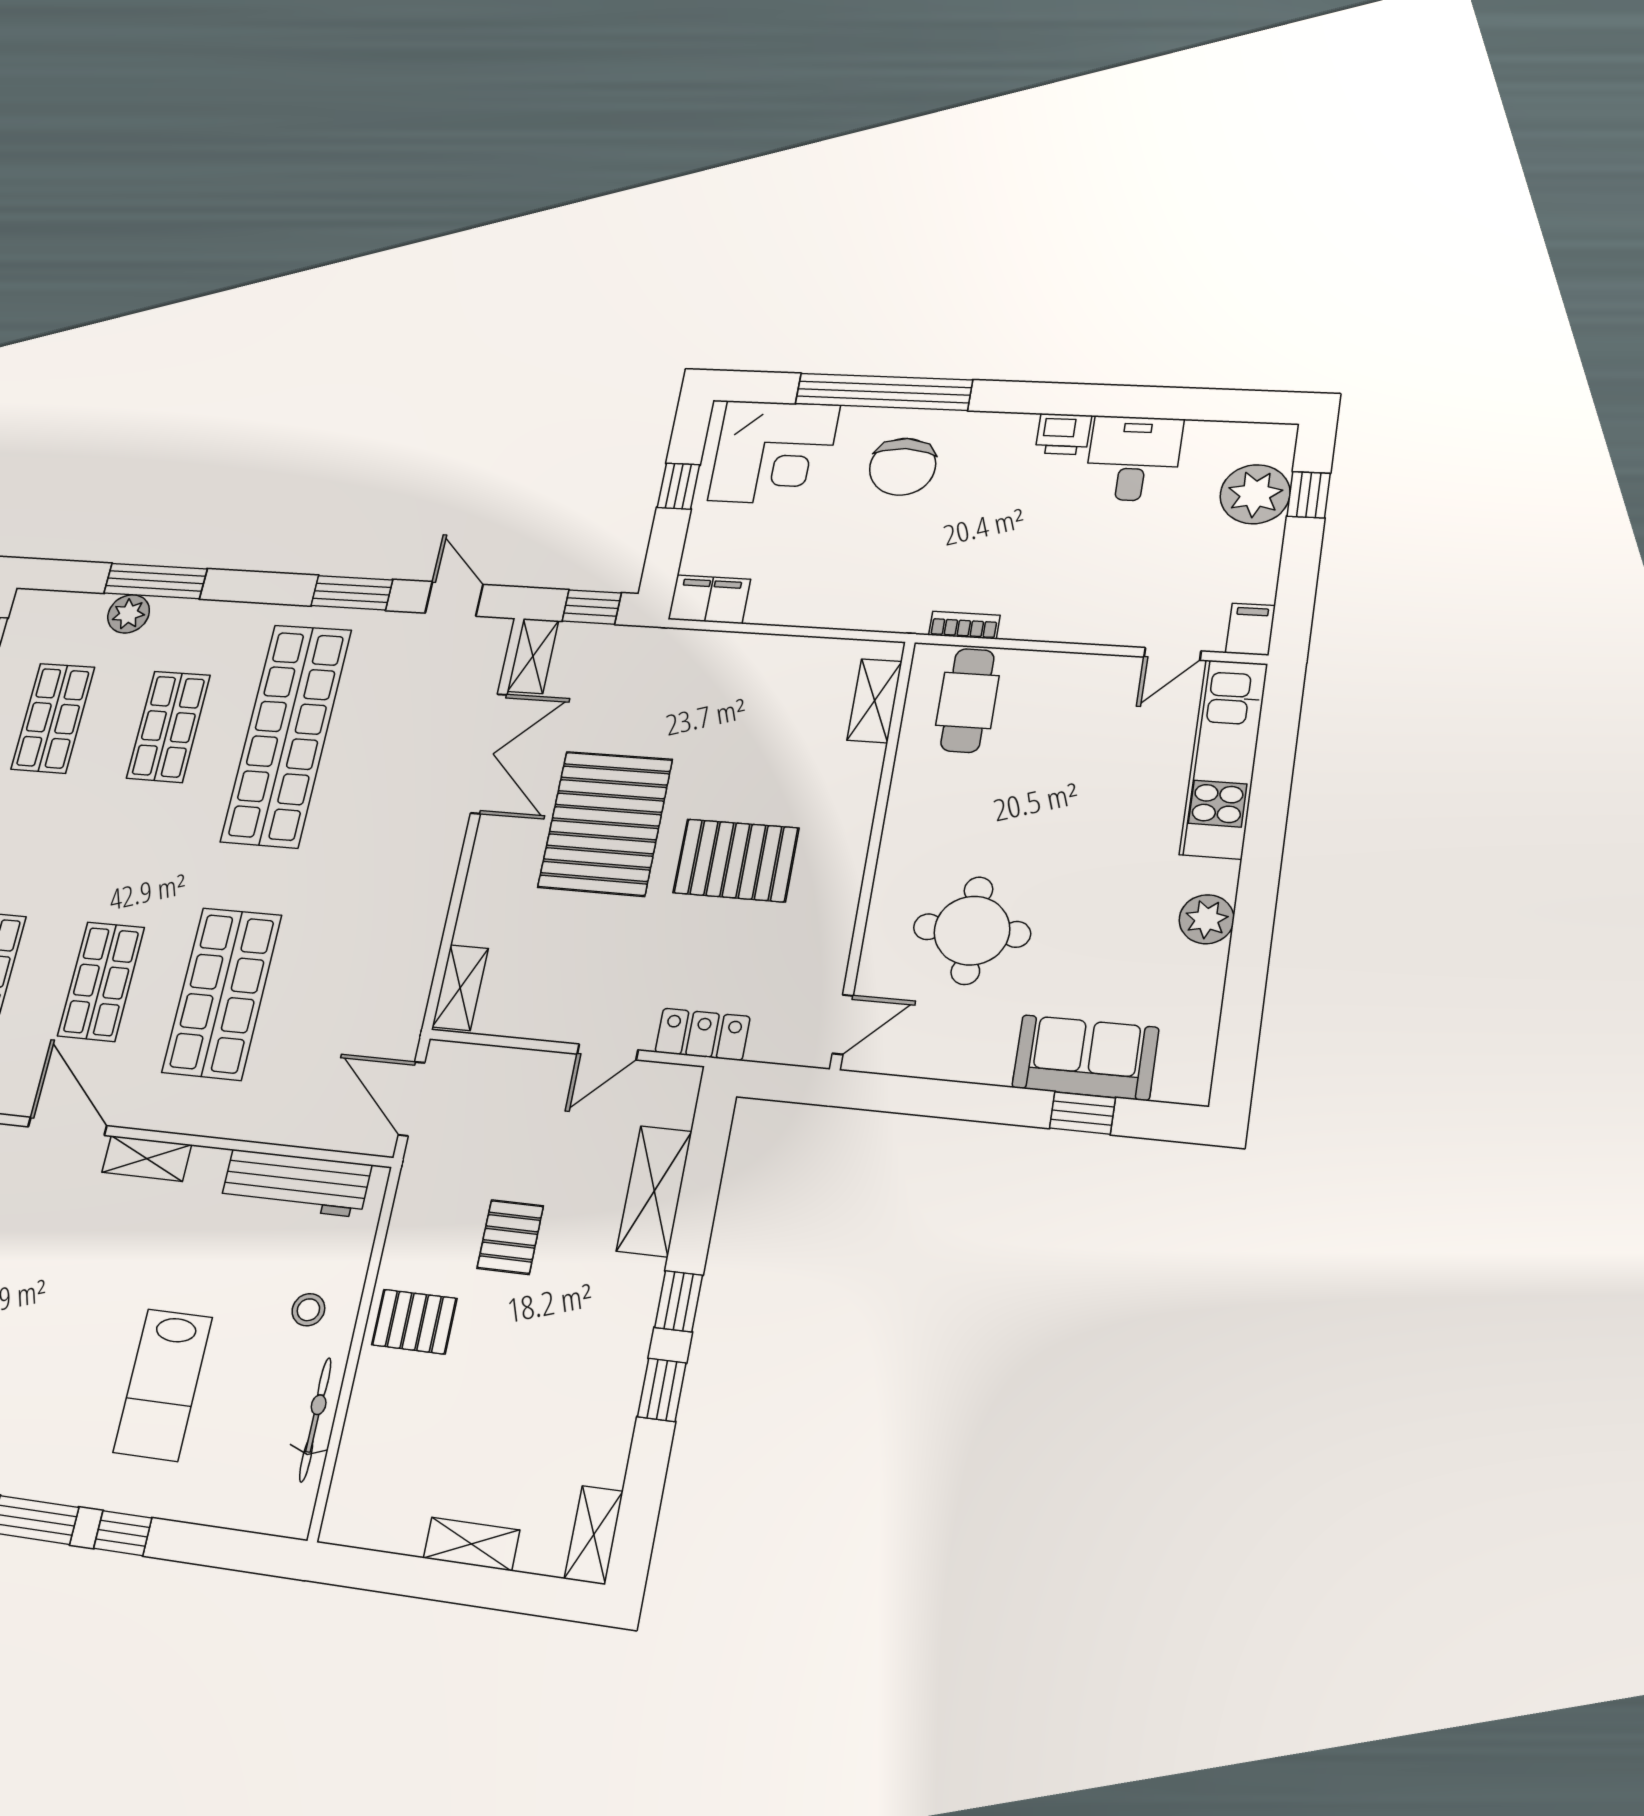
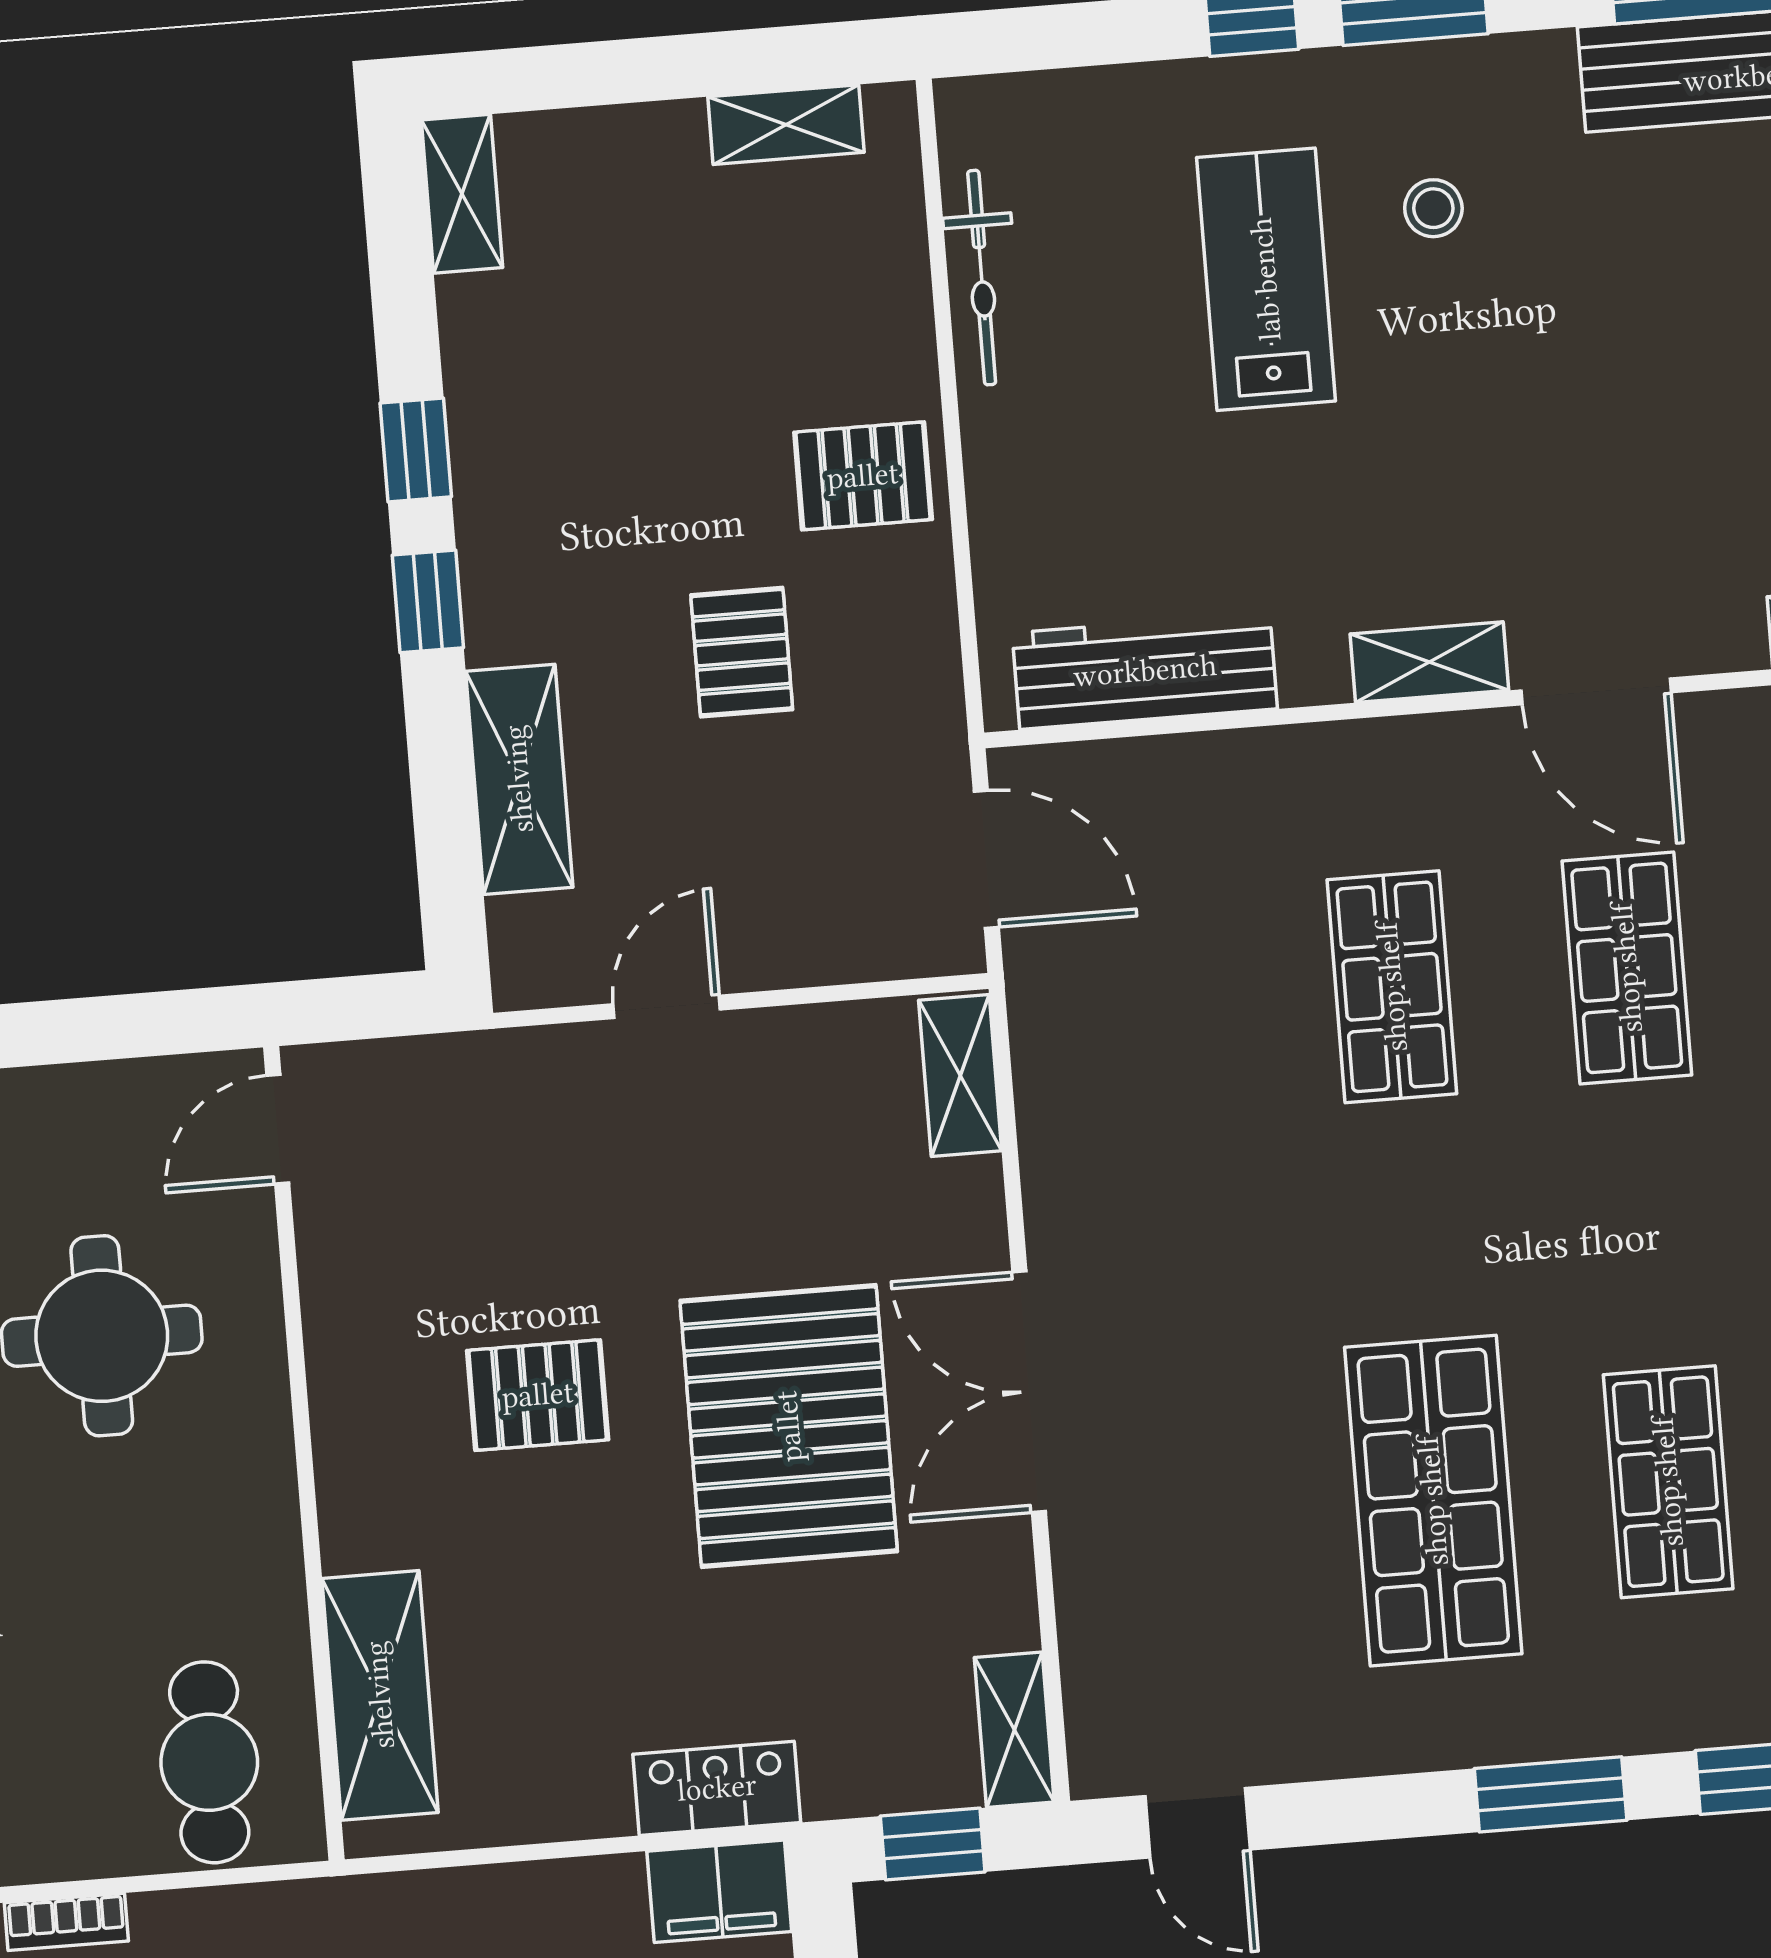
window: (352, 593) -> (1551, 1794), moved
bookcase: (964, 625) -> (66, 1922), moved
shelving: (875, 701) -> (380, 1695), width x1.50, depth x1.33
shop shelf: (286, 735) -> (1433, 1501), width x0.71
double door: (489, 753) -> (1029, 1392), moved
pallet: (736, 860) -> (538, 1395), width x0.67, depth x0.71
shop shelf: (222, 993) -> (1392, 987), width x0.70, depth x0.74
locker: (703, 1034) -> (717, 1788), moved, turned 180
stool: (308, 1310) -> (1433, 208), moved
shelving: (472, 1544) -> (786, 125), moved

